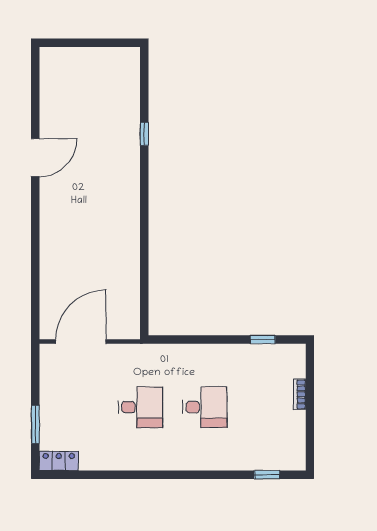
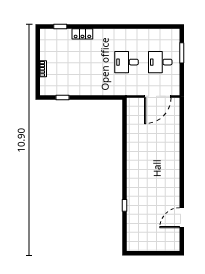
door: (35, 158) -> (182, 218), moved
desk: (205, 407) -> (160, 62), moved
locker: (59, 461) -> (82, 34), moved

